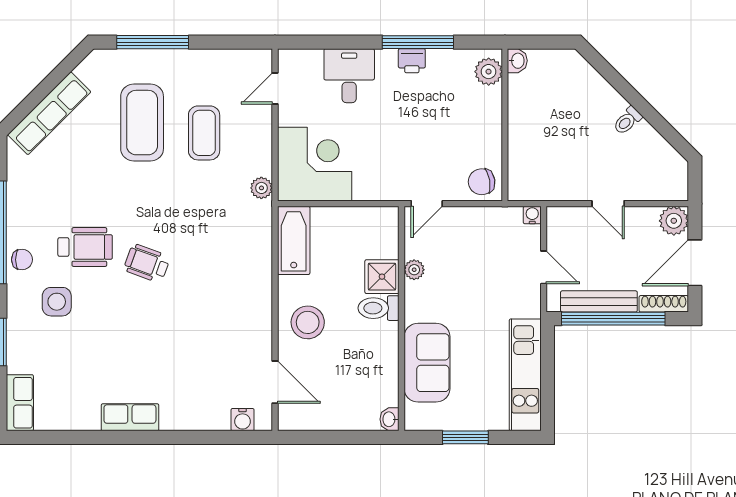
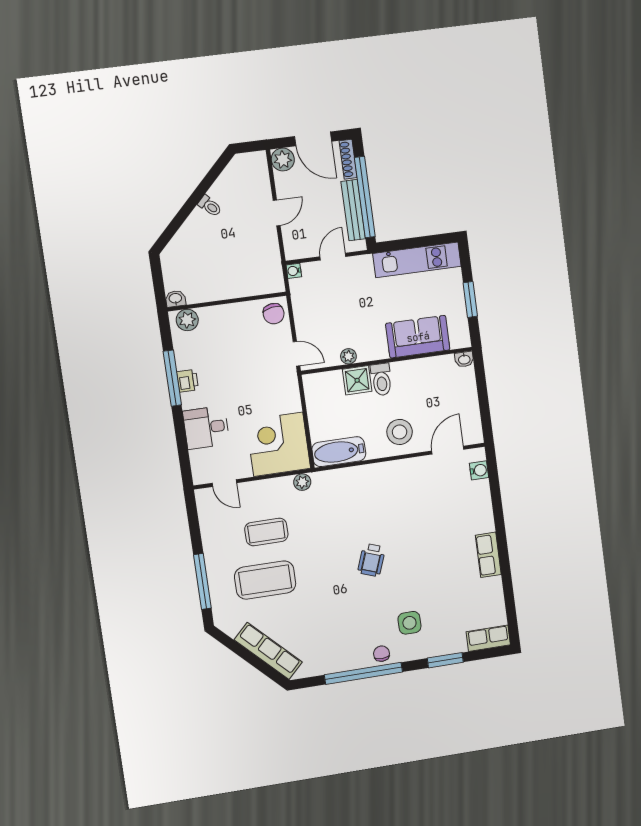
wheelchair: (85, 247) -> (366, 608), removed

